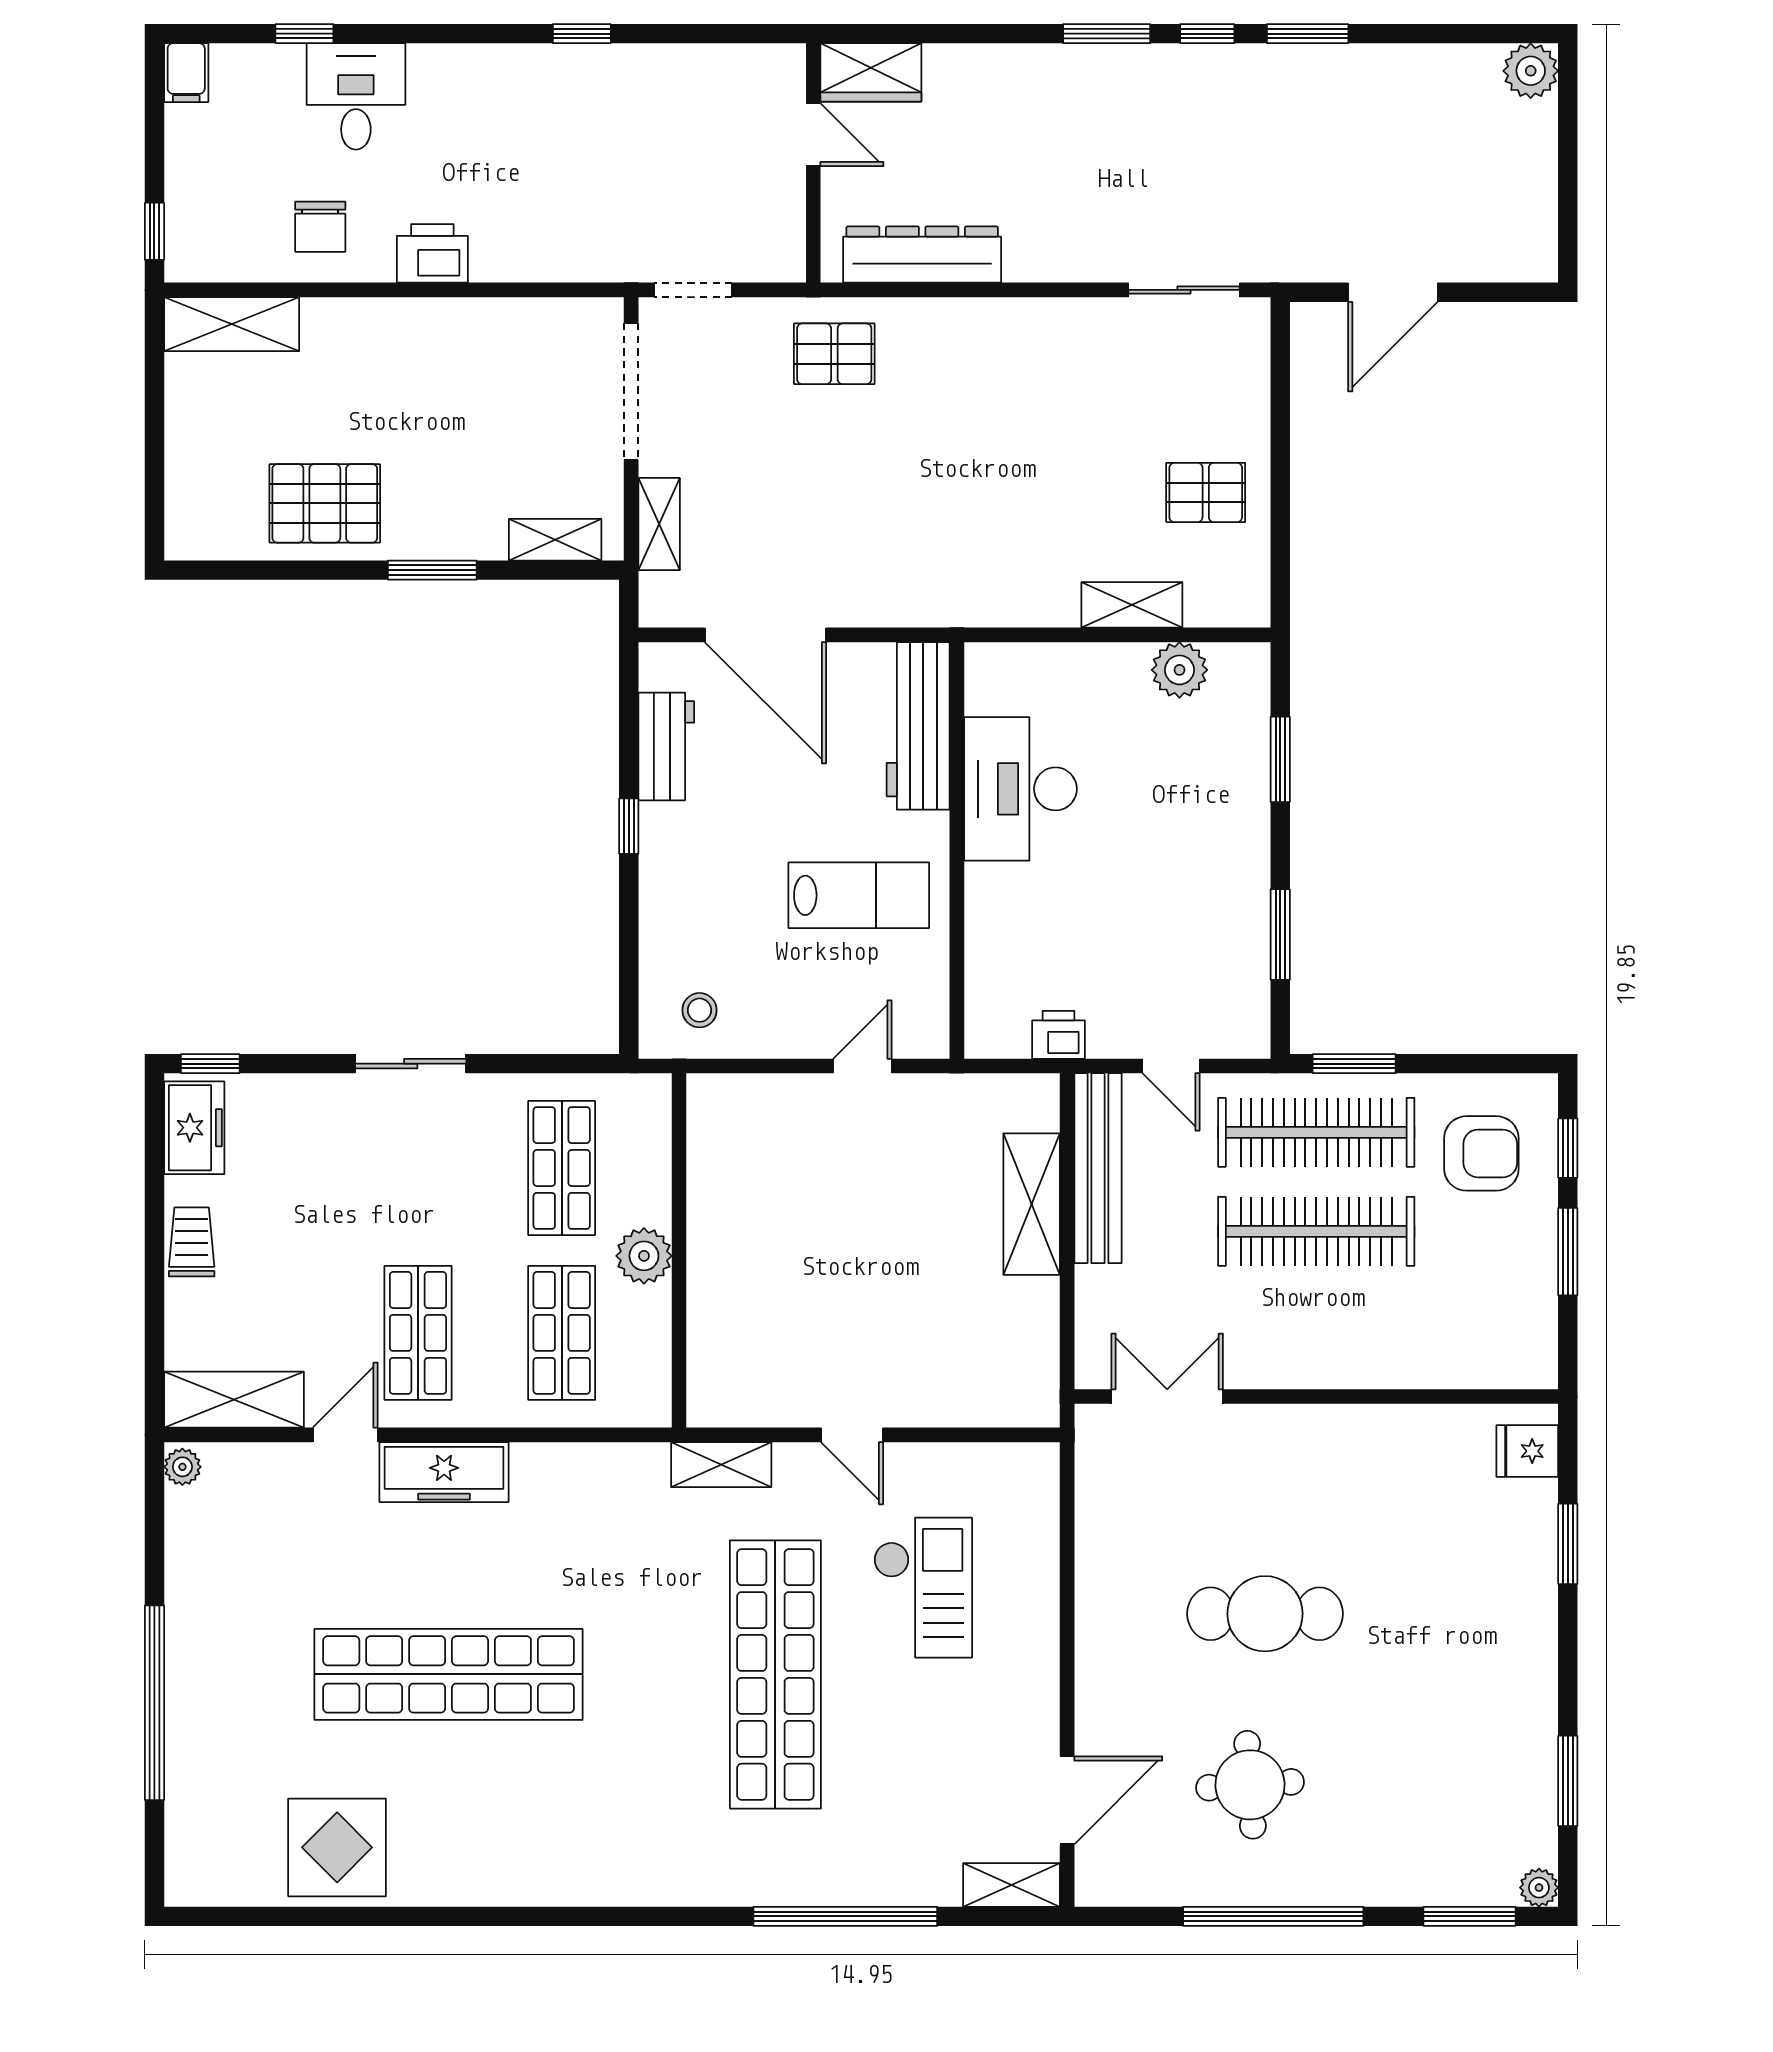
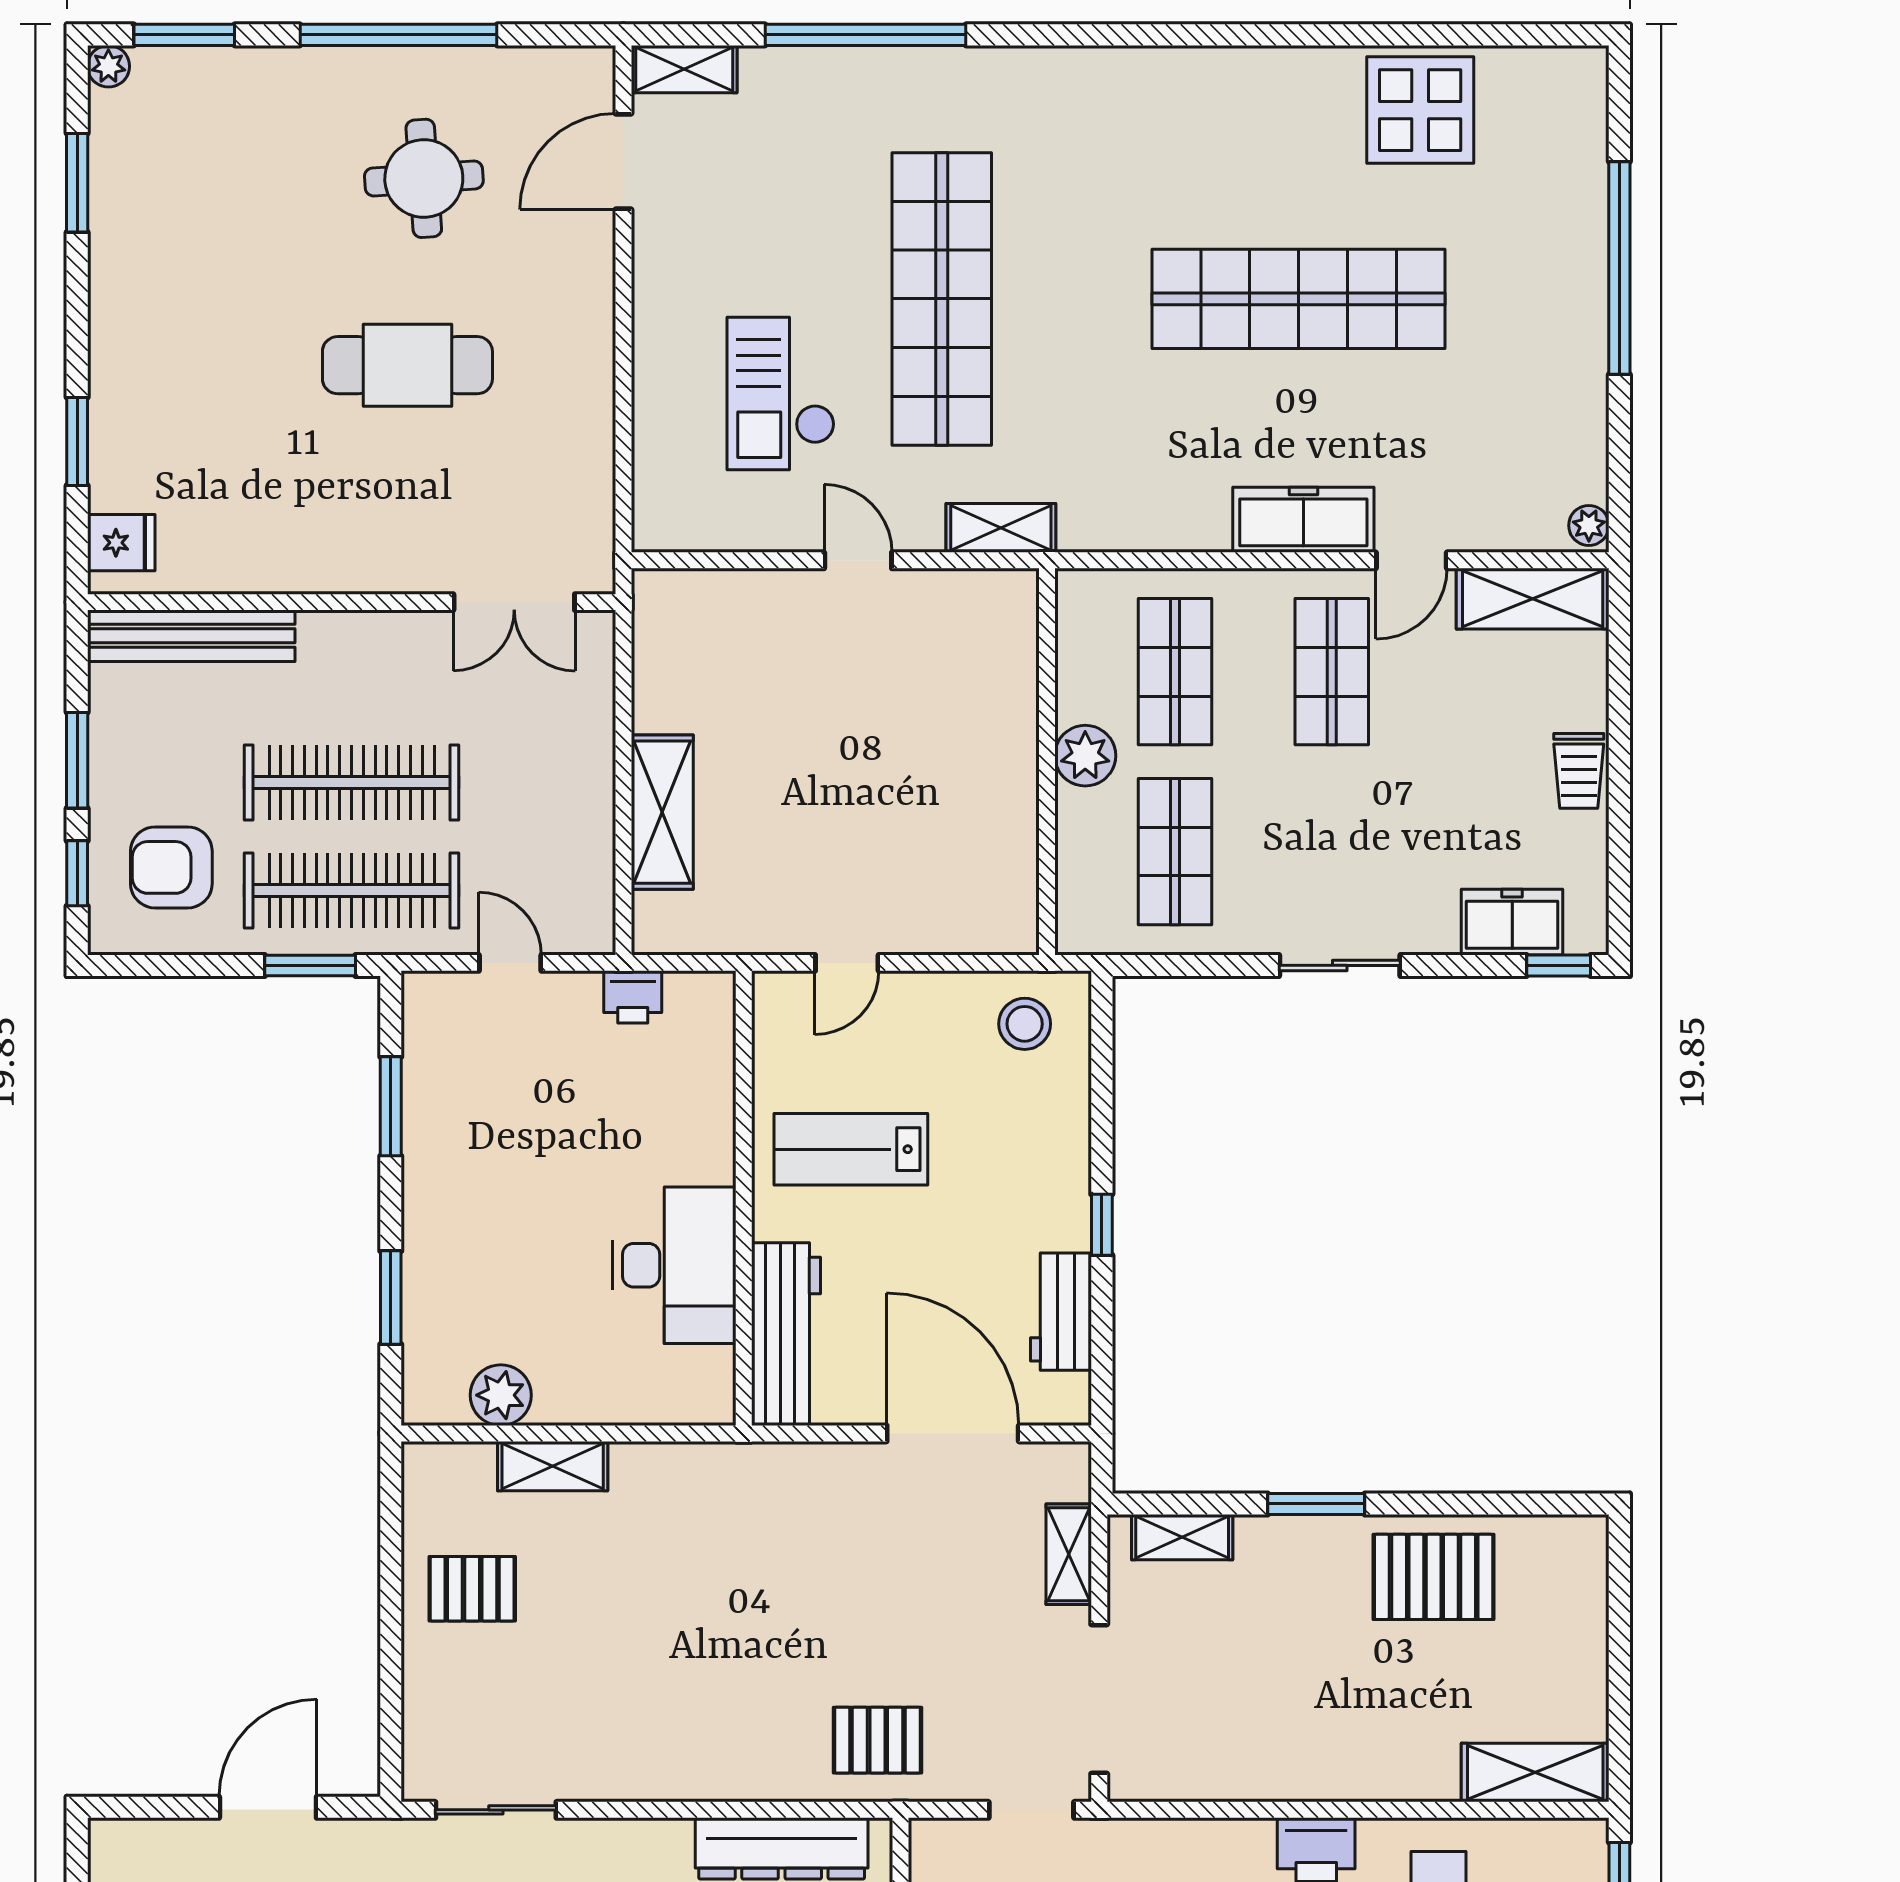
stool: (699, 1010) -> (1025, 1024), width x1.37, depth x1.37
freezer: (194, 1128) -> (1512, 922), moved, turned 90
bench: (1098, 1168) -> (191, 636), moved, turned 90

